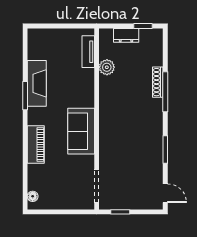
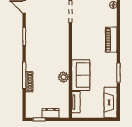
plant: (107, 67) -> (63, 77), moved
fireplace: (37, 83) -> (111, 102), moved
sofa: (81, 131) -> (81, 75), moved

